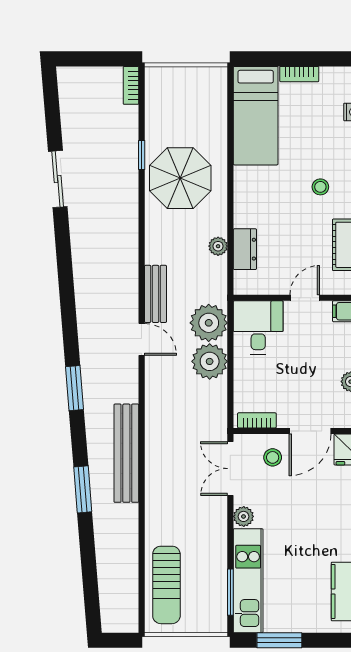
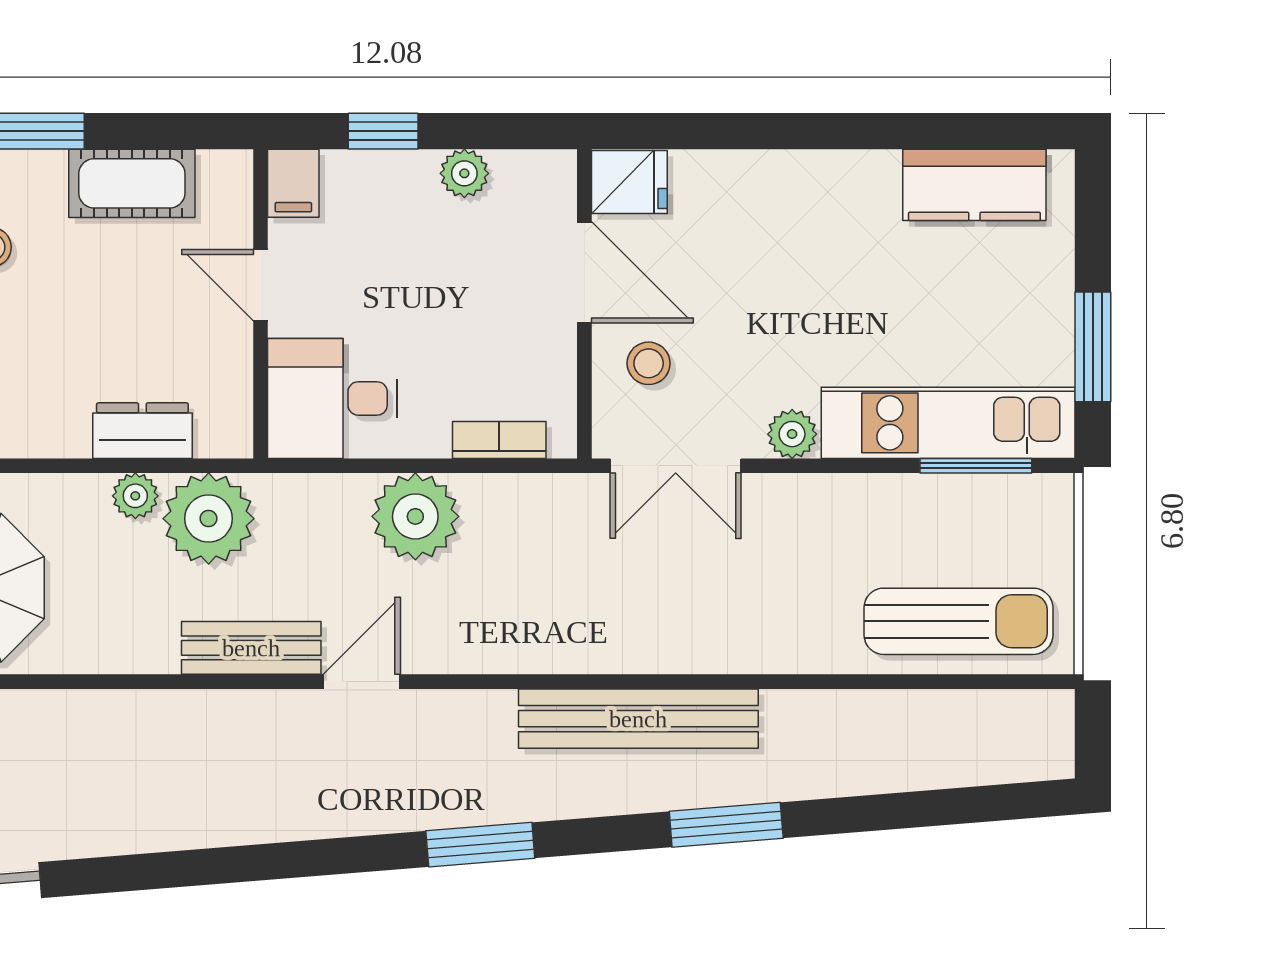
plant: (209, 323) -> (209, 519), moved
bookcase: (257, 420) -> (499, 440), moved, turned 90

